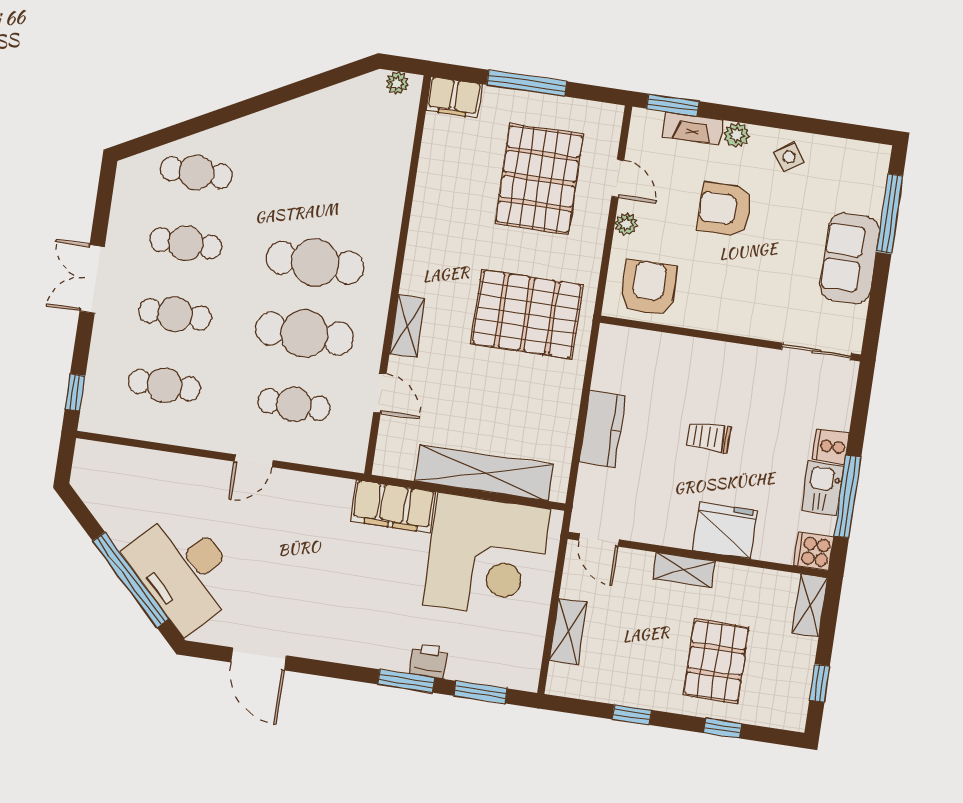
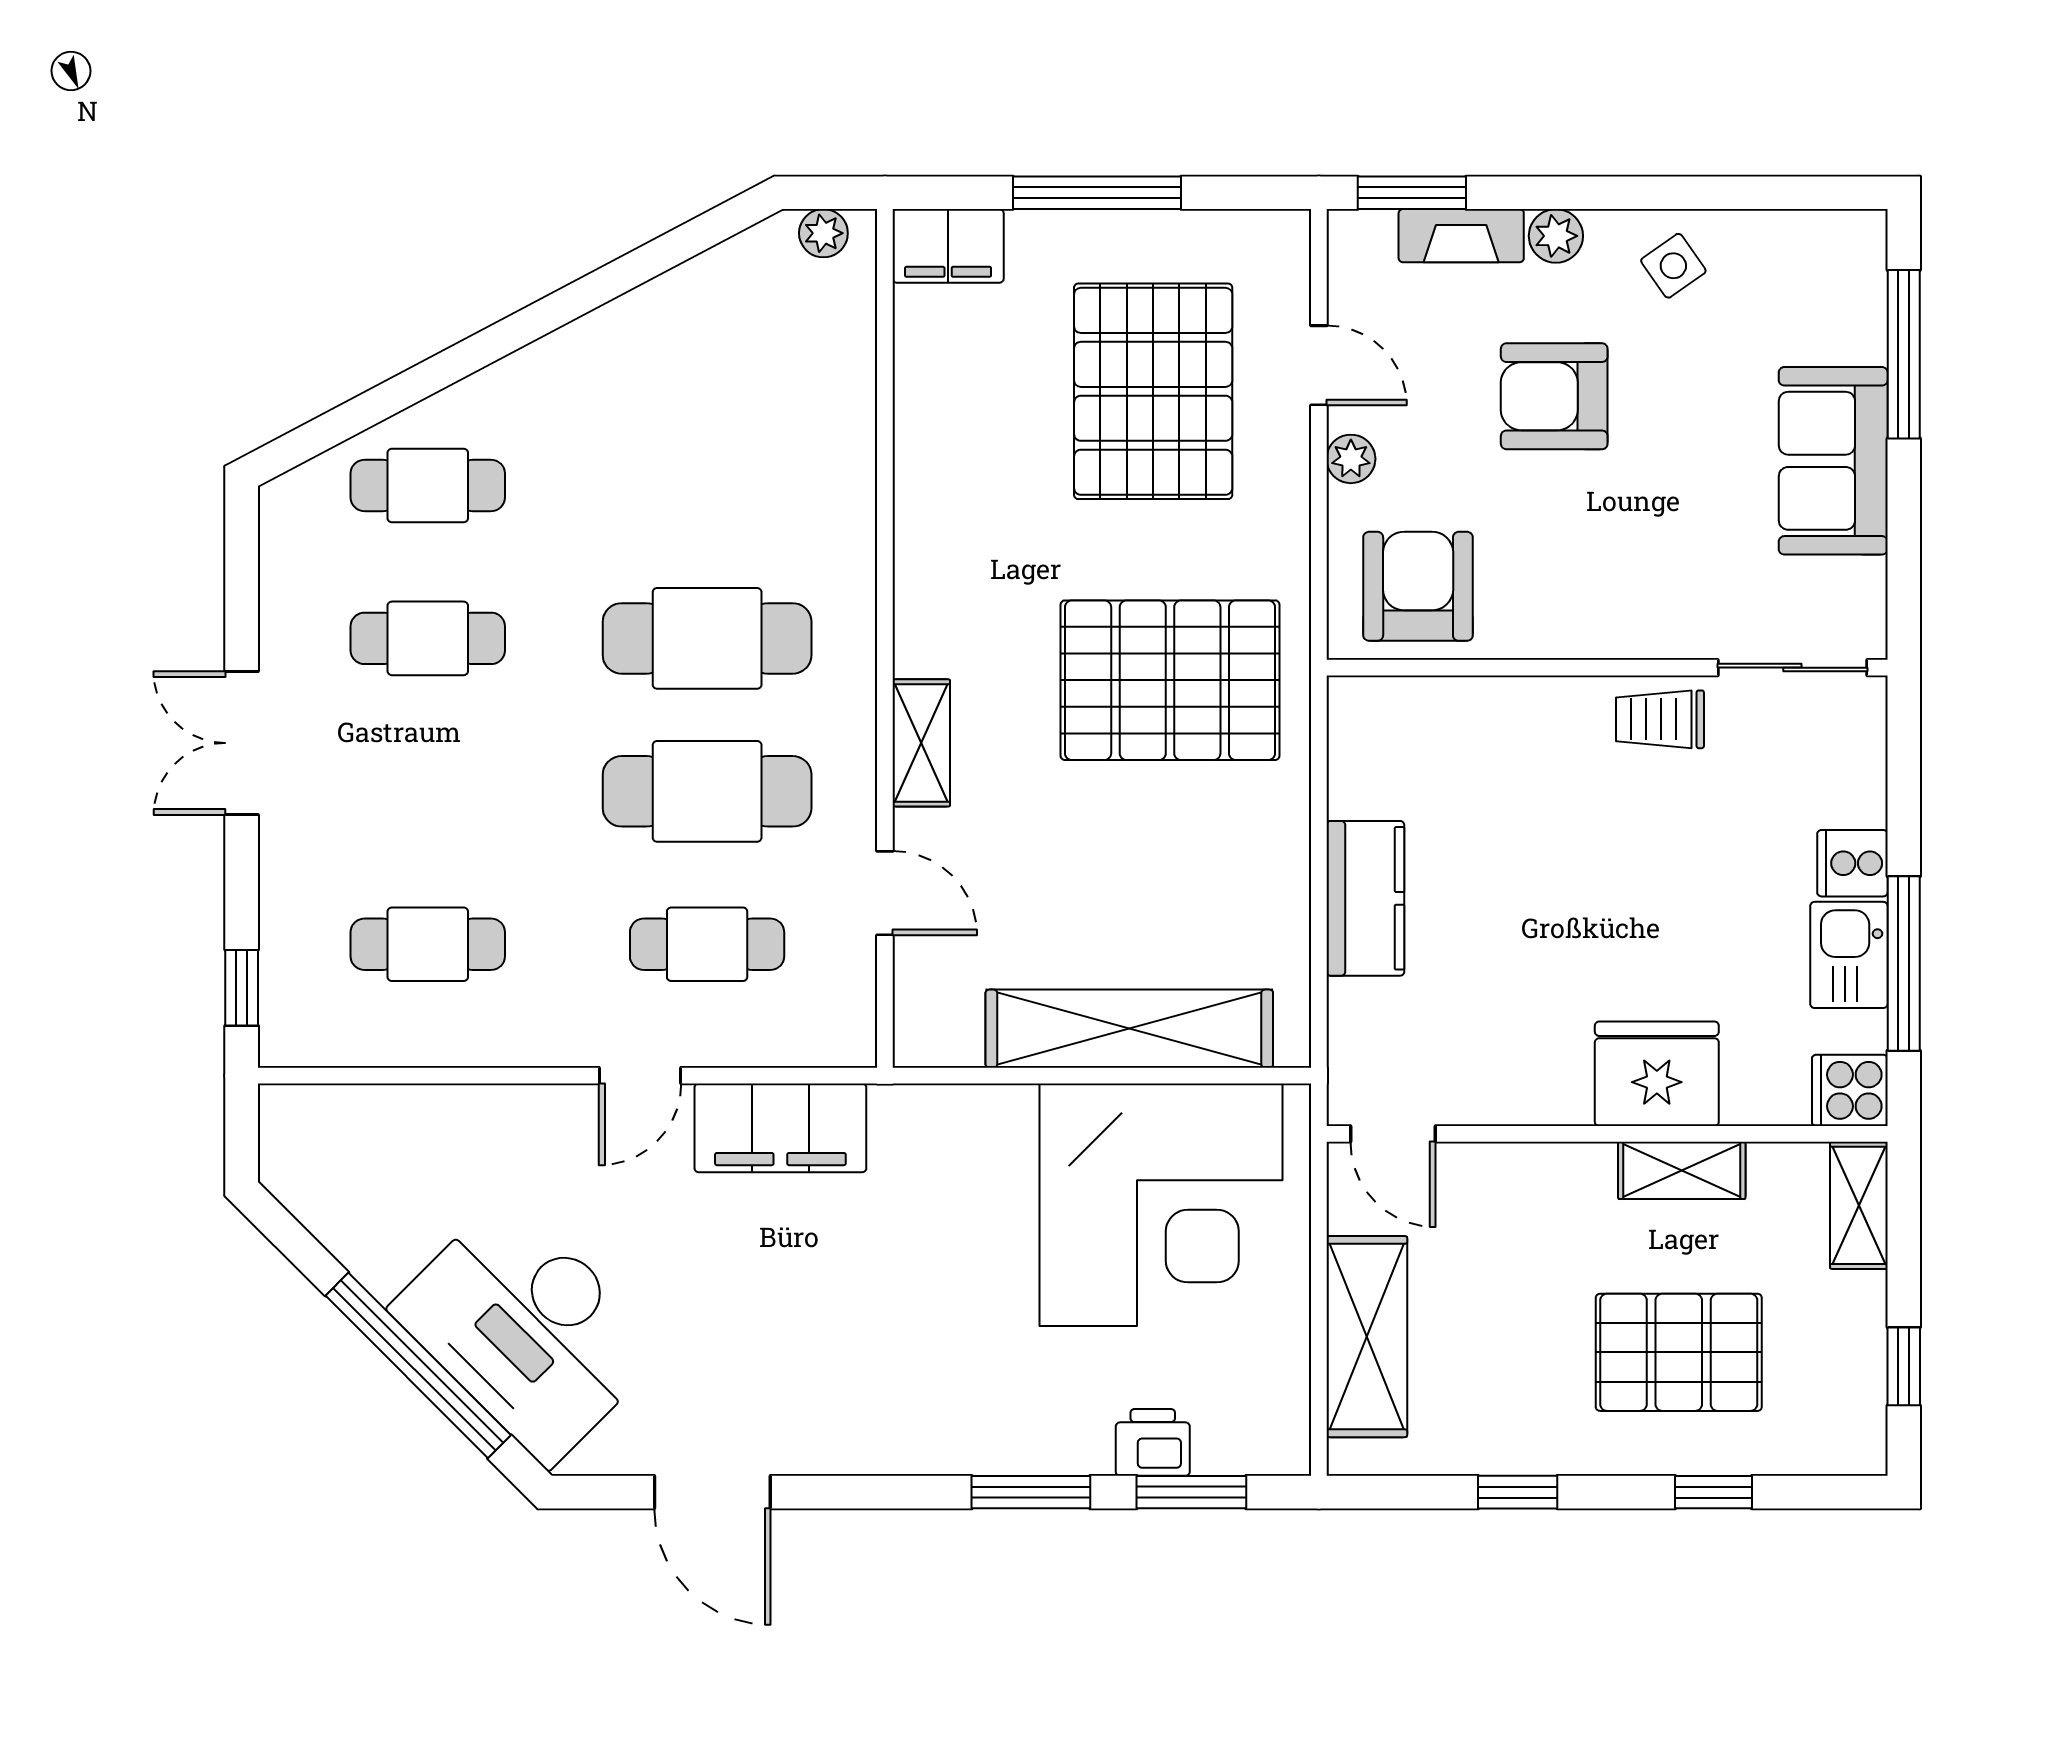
cafe table: (175, 314) -> (428, 791), removed
trolley: (708, 437) -> (1660, 719), moved
filing cabinet: (393, 506) -> (780, 1128), moved
shelving: (684, 570) -> (1682, 1170), moved
shelving: (568, 631) -> (1367, 1337), width x1.50, depth x1.33
printer: (429, 661) -> (1153, 1442), moved
pallet: (716, 661) -> (1679, 1352), turned 90

